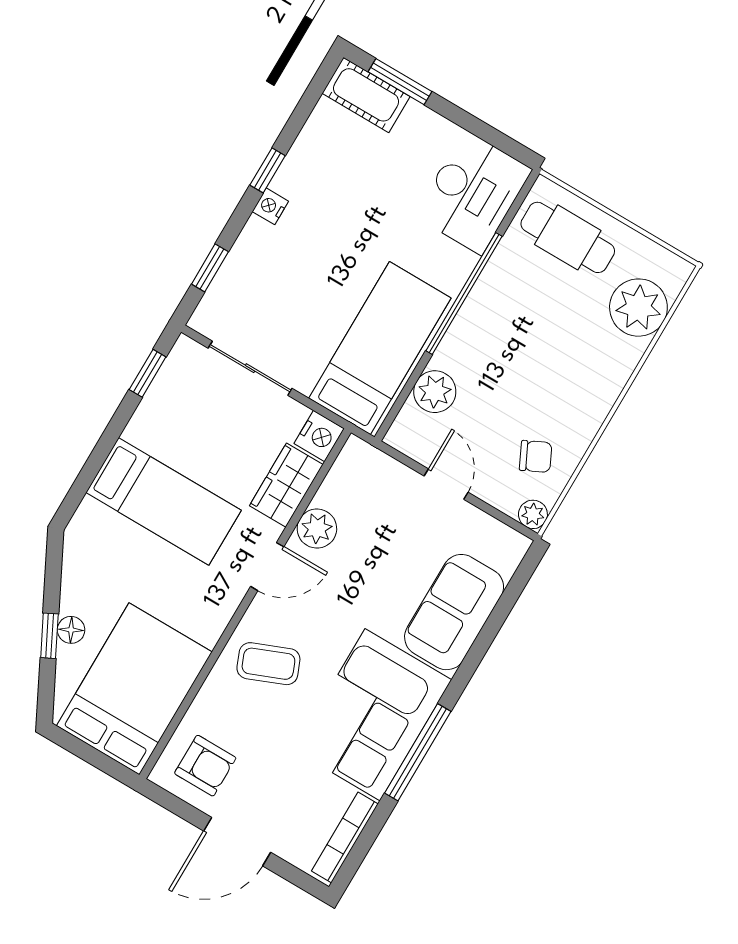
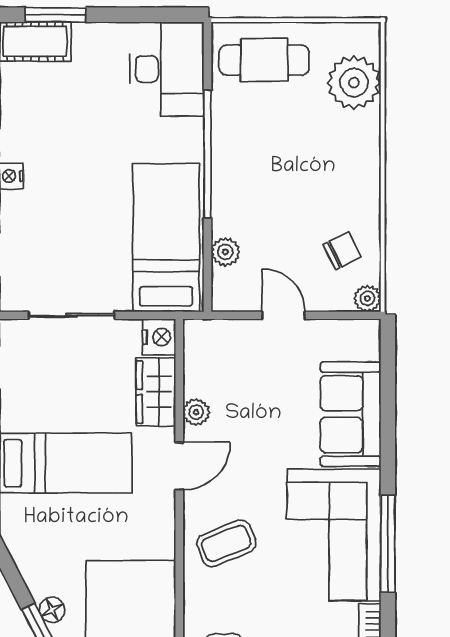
plant: (435, 392) -> (225, 252), width x0.73, depth x0.73
plant: (317, 529) -> (196, 412), width x0.73, depth x0.73

